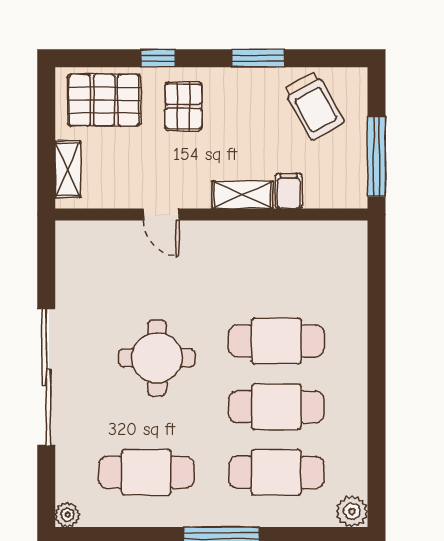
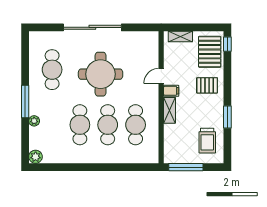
window: (158, 58) -> (227, 44), moved
trolley: (314, 106) -> (207, 141), turned -61
filing cabinet: (289, 191) -> (171, 91), moved
round table: (157, 358) -> (101, 74), width x1.36, depth x1.36
cafe table: (276, 472) -> (136, 125), moved
plant: (67, 515) -> (34, 121), moved

